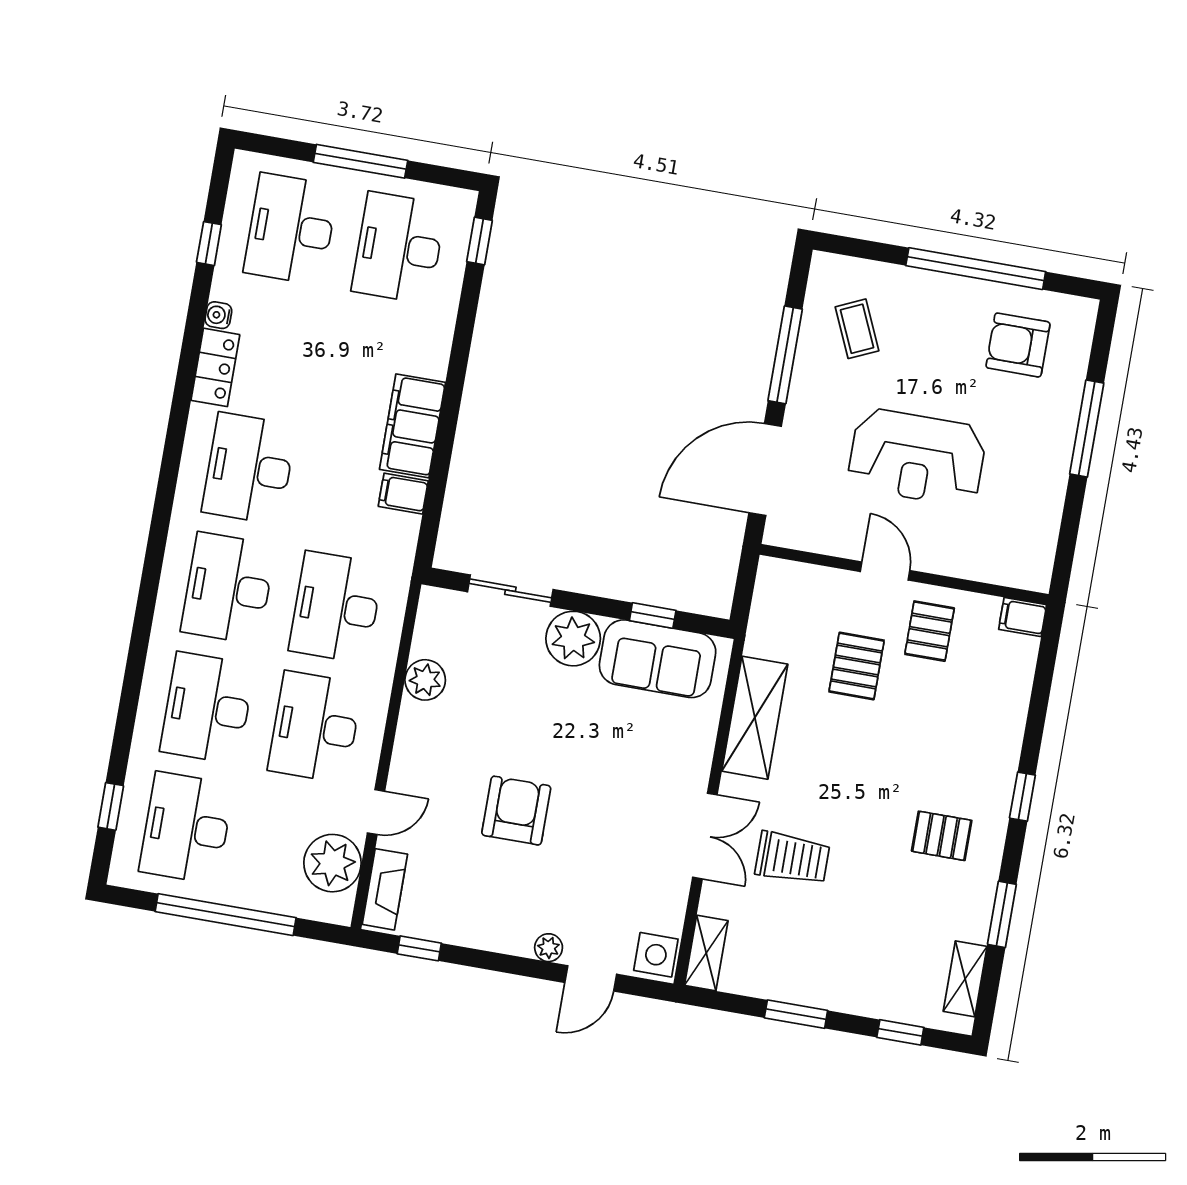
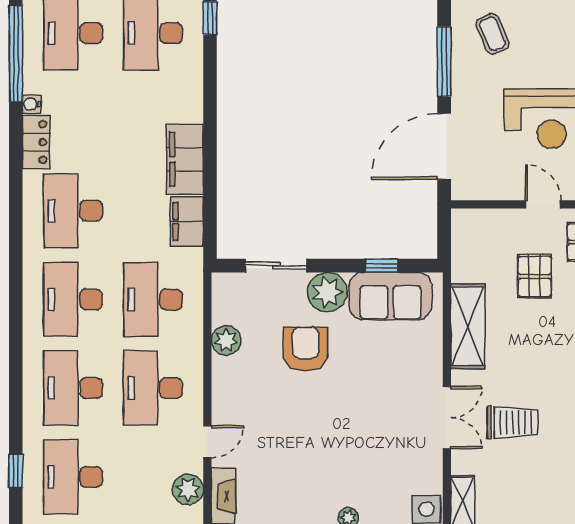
window: (209, 244) -> (16, 54), width x3.17
filing cabinet: (403, 494) -> (187, 222), width x2.00
armchair: (516, 811) -> (306, 349), moved
plant: (332, 863) -> (188, 489), width x0.73, depth x0.73

